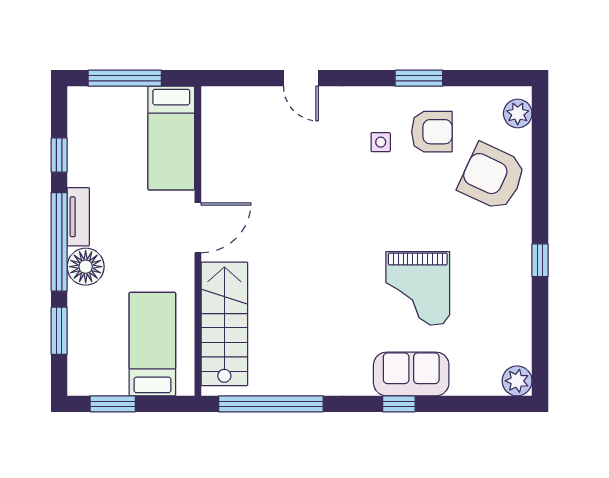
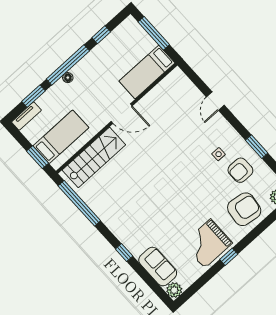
armchair: (432, 132) -> (240, 170), turned 90
armchair: (492, 177) -> (244, 209), turned 73
tv unit: (78, 217) -> (26, 116), moved
floor lamp: (86, 267) -> (68, 78), width x0.53, depth x0.53
grand piano: (418, 288) -> (208, 244), moved
sofa: (411, 374) -> (158, 267), moved
window: (113, 404) -> (37, 157), moved

